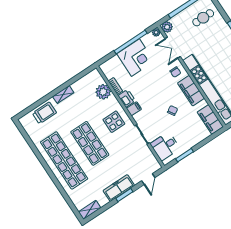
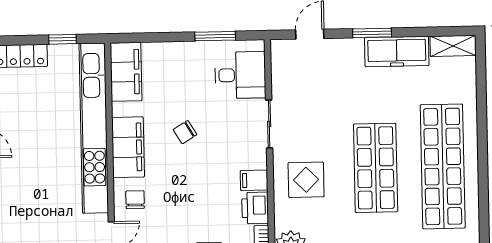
freezer: (119, 188) -> (397, 52), moved

